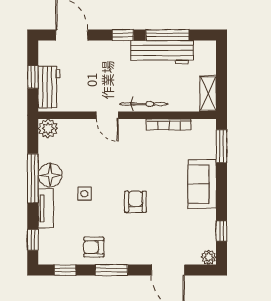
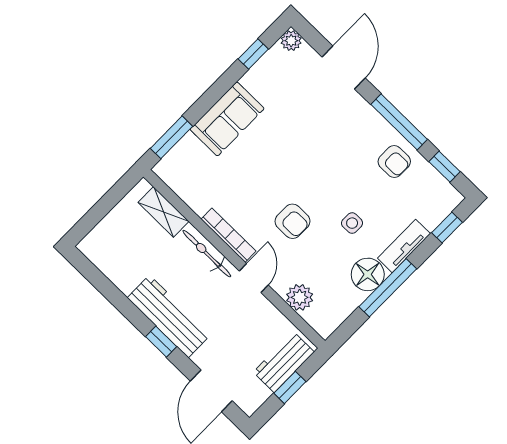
window: (167, 35) -> (117, 299), removed
workbench: (162, 52) -> (169, 316), moved
shelving: (208, 94) -> (163, 212), moved, turned 90
bookcase: (169, 125) -> (228, 235), moved
plant: (48, 129) -> (300, 297), moved
armchair: (135, 202) -> (292, 221), moved, turned -90
window: (111, 270) -> (399, 122), width x1.44

